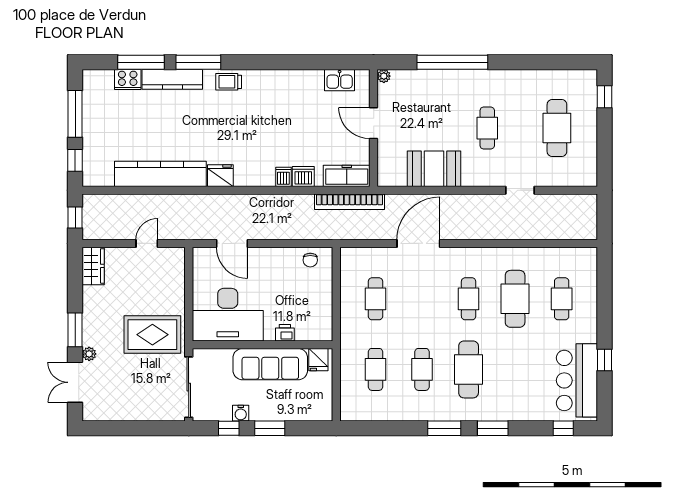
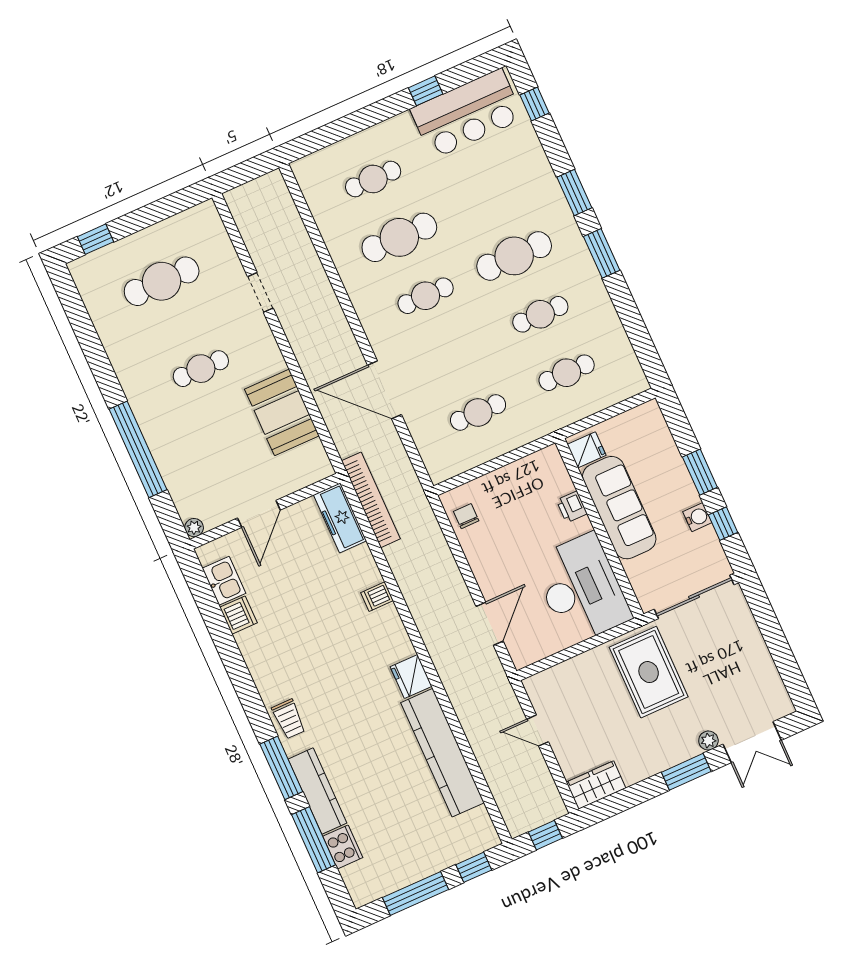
dishwasher: (303, 177) -> (238, 615), moved, turned 180
chair: (310, 260) -> (466, 516), turned -90

